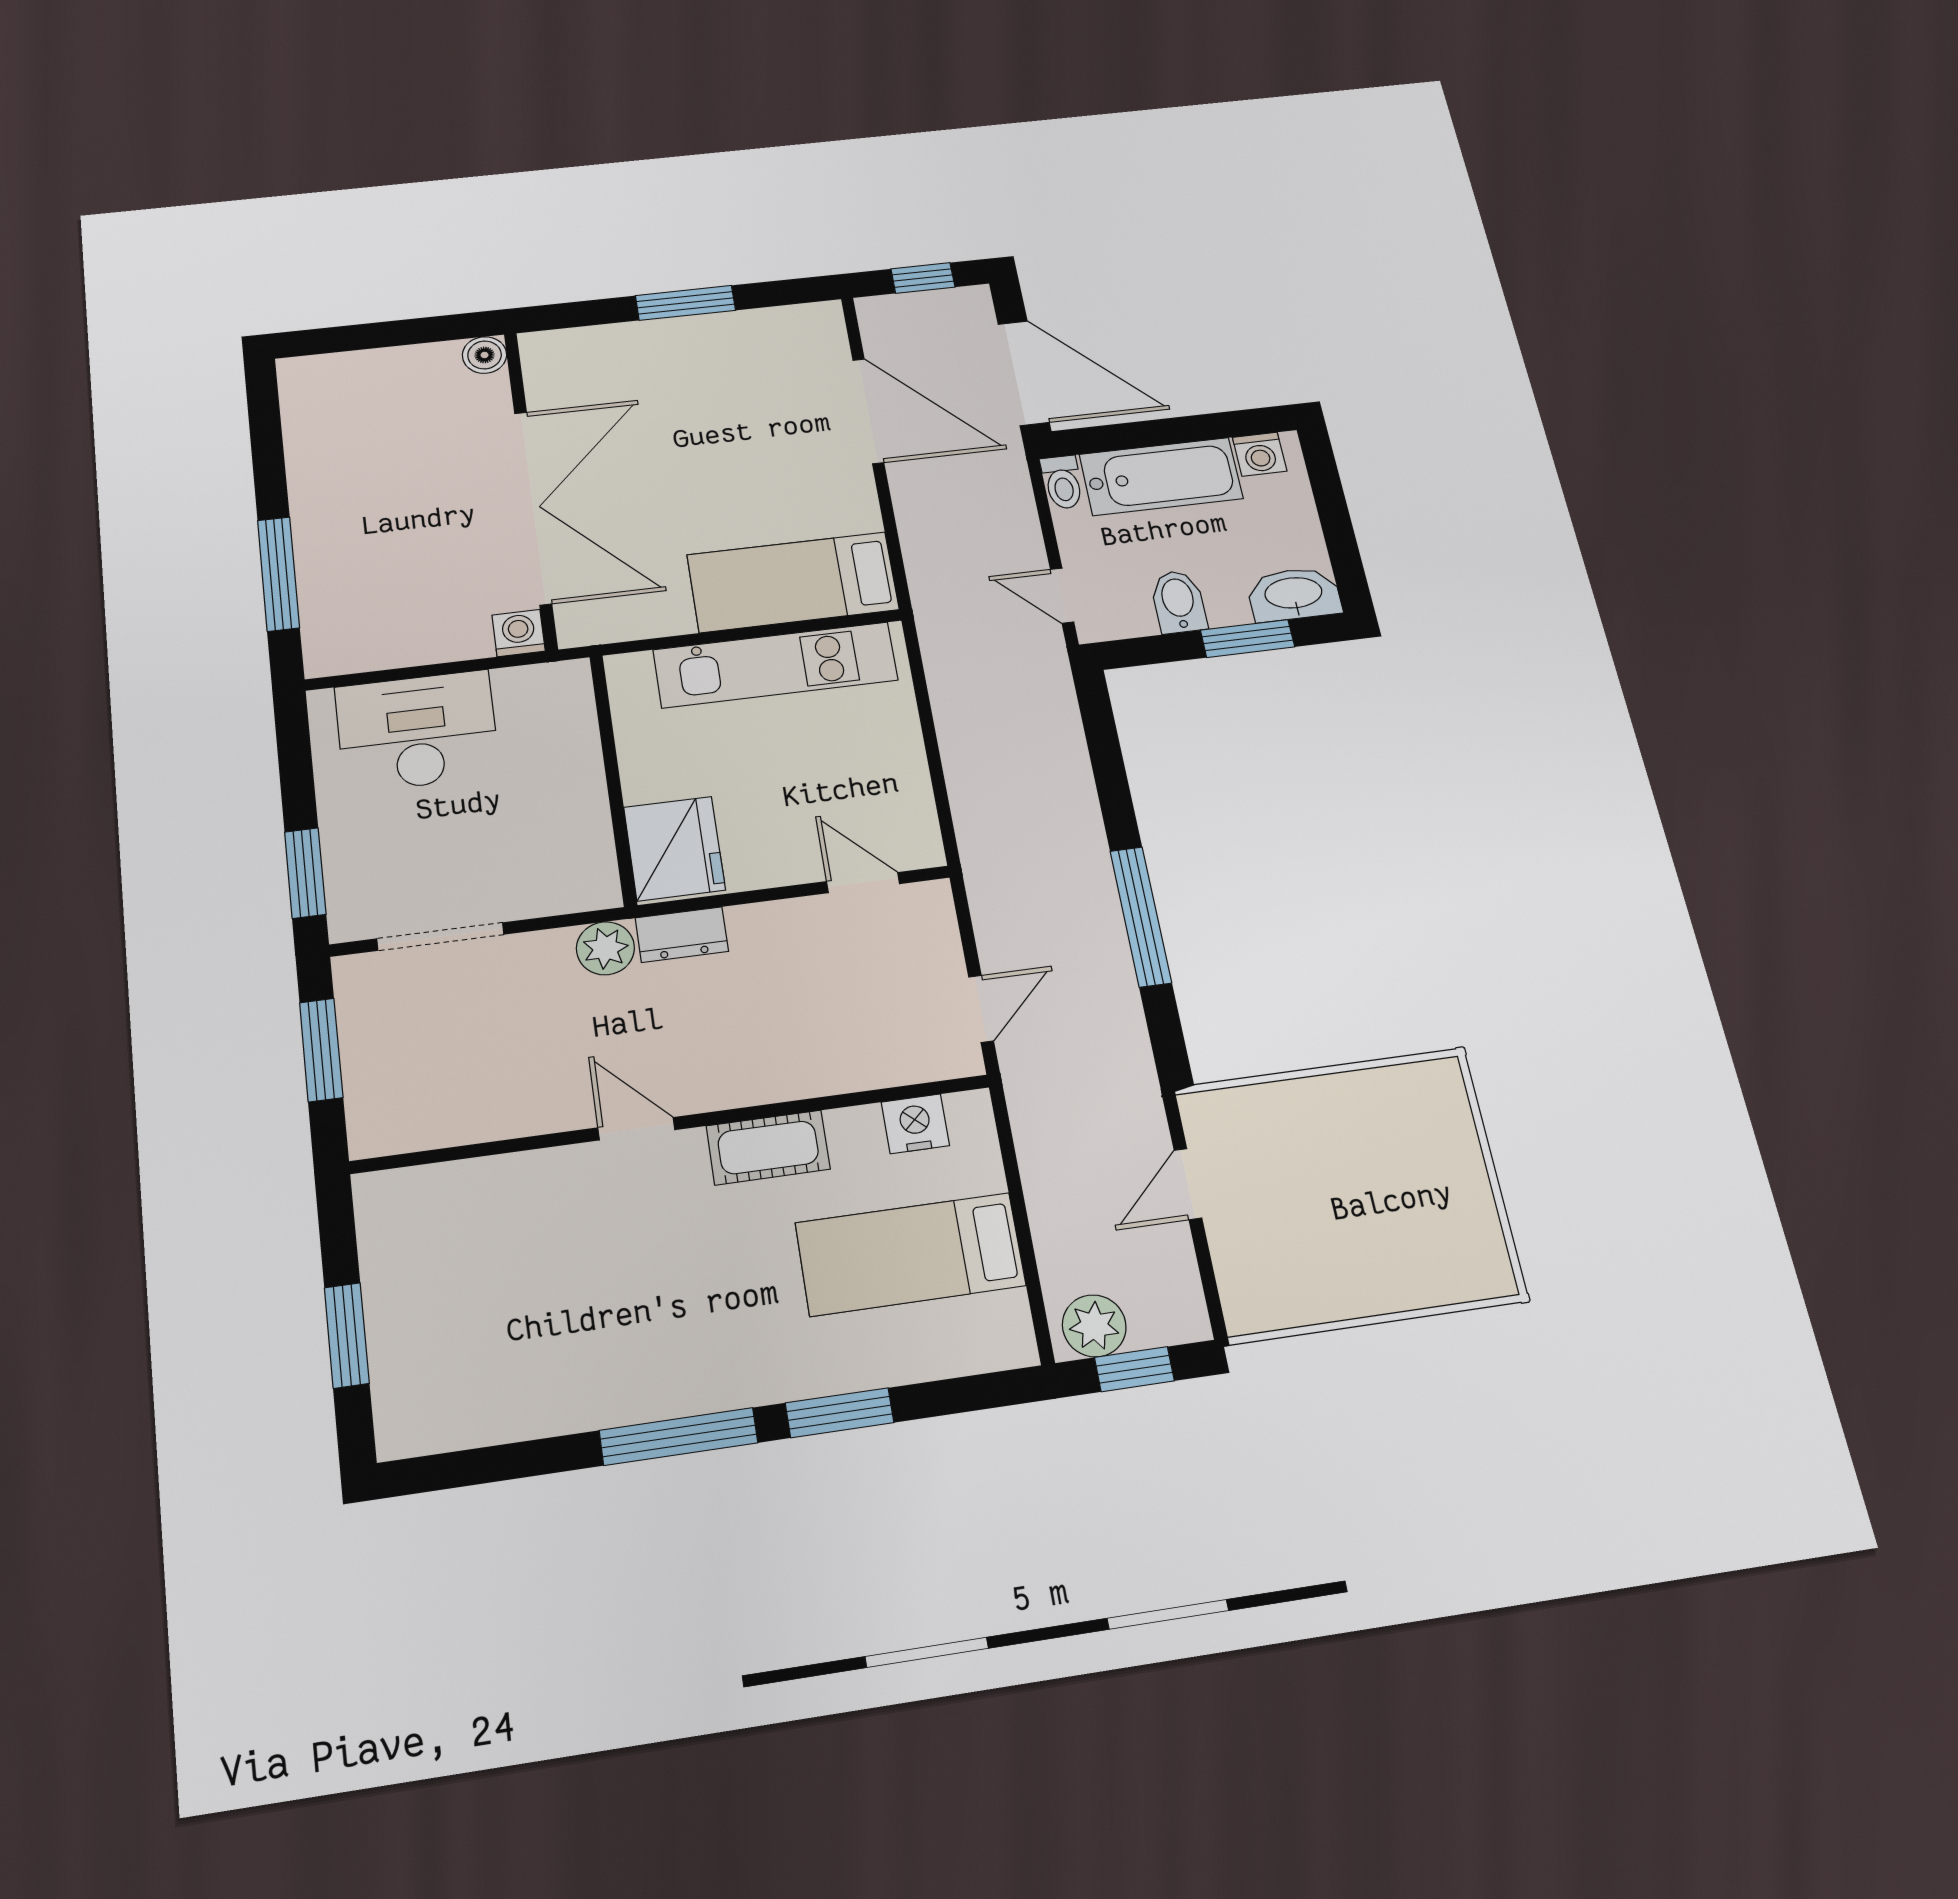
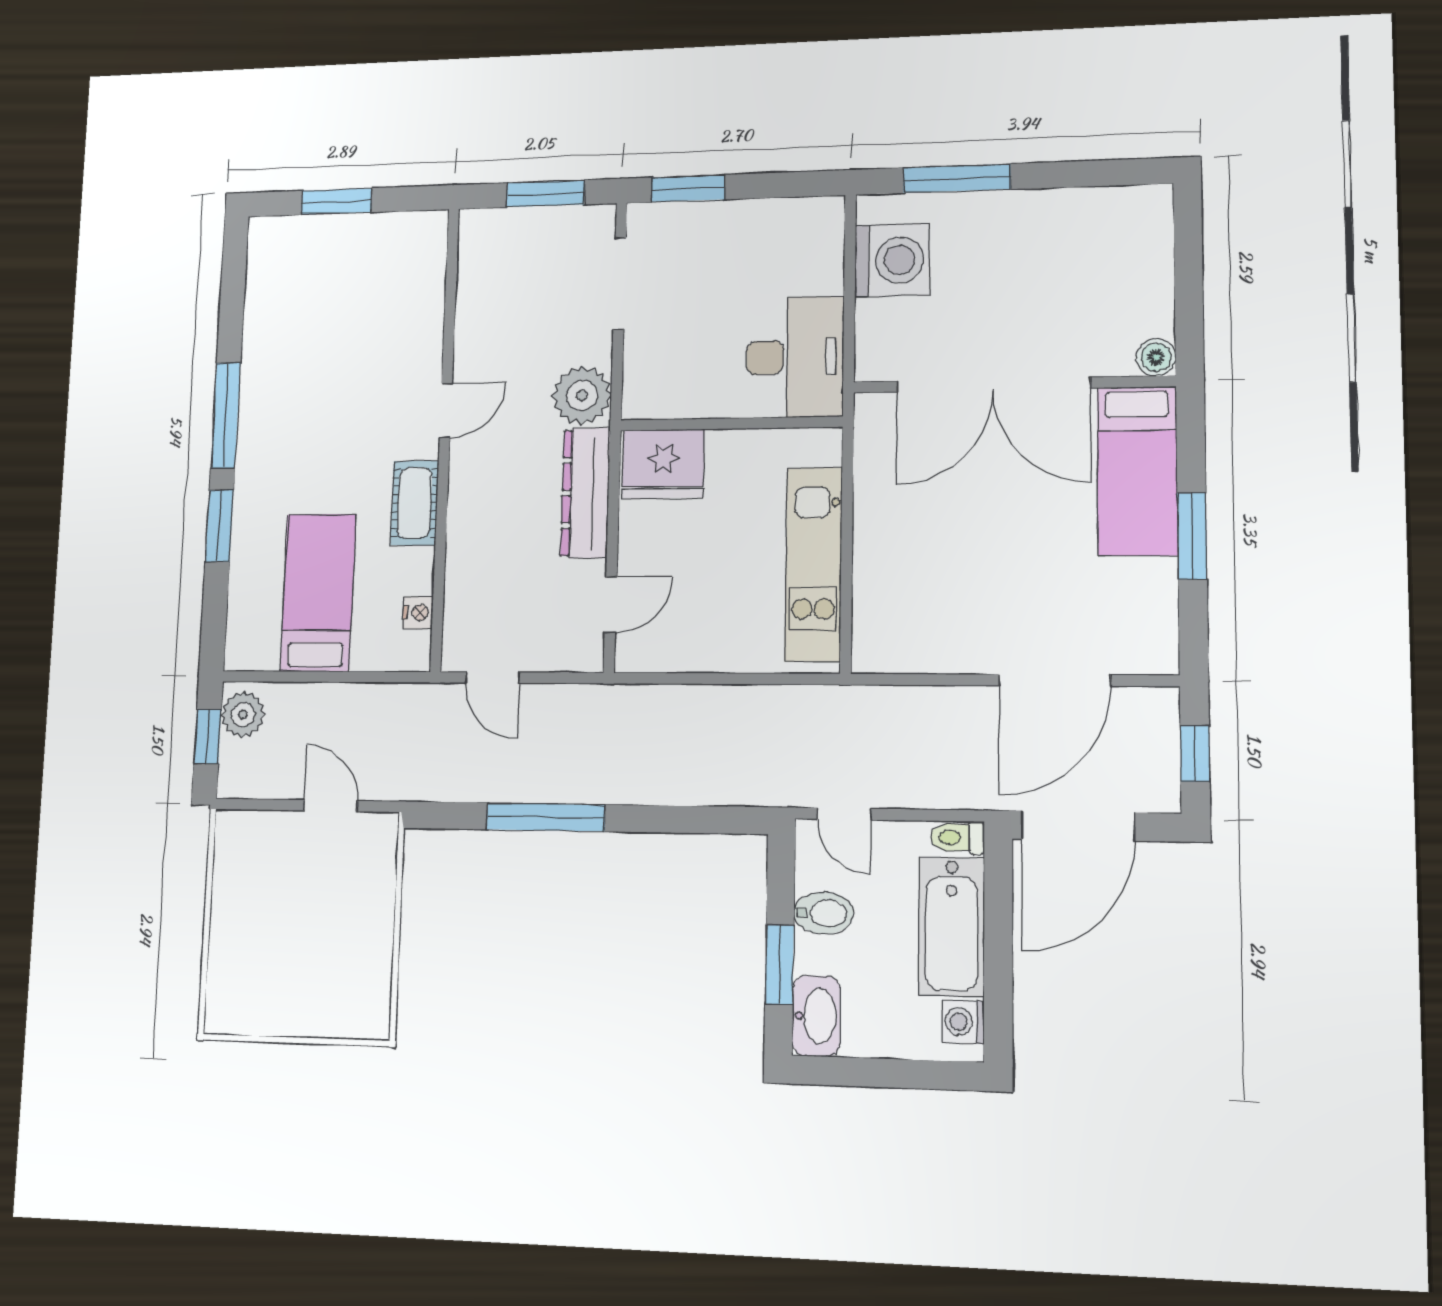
bed: (793, 582) -> (1137, 471), moved, turned 180
door: (1062, 596) -> (844, 814), swing flipped
washing machine: (519, 633) -> (892, 260), moved, width x1.89, depth x1.89
desk: (417, 731) -> (795, 357), moved
dresser: (682, 935) -> (585, 493), width x1.96, depth x1.24
plant: (605, 948) -> (582, 395), width x1.36, depth x1.36
nightstand: (915, 1124) -> (418, 613), width x0.72, depth x0.74

